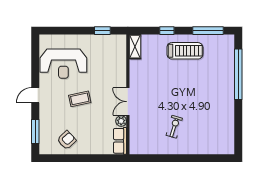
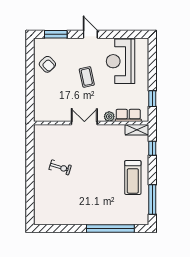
window: (167, 31) -> (152, 148), moved
plant: (121, 121) -> (109, 117), moved
row of seats: (120, 141) -> (128, 115), moved

